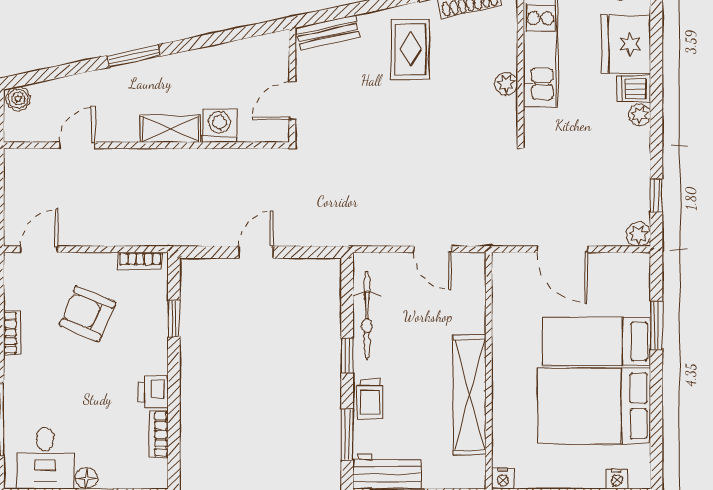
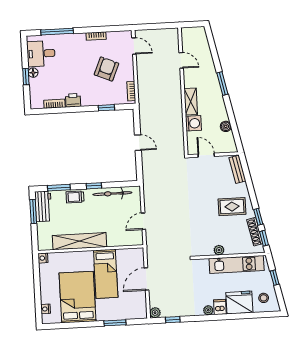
boiler: (18, 99) -> (226, 126), moved
bed: (596, 341) -> (106, 274), moved, turned 180

